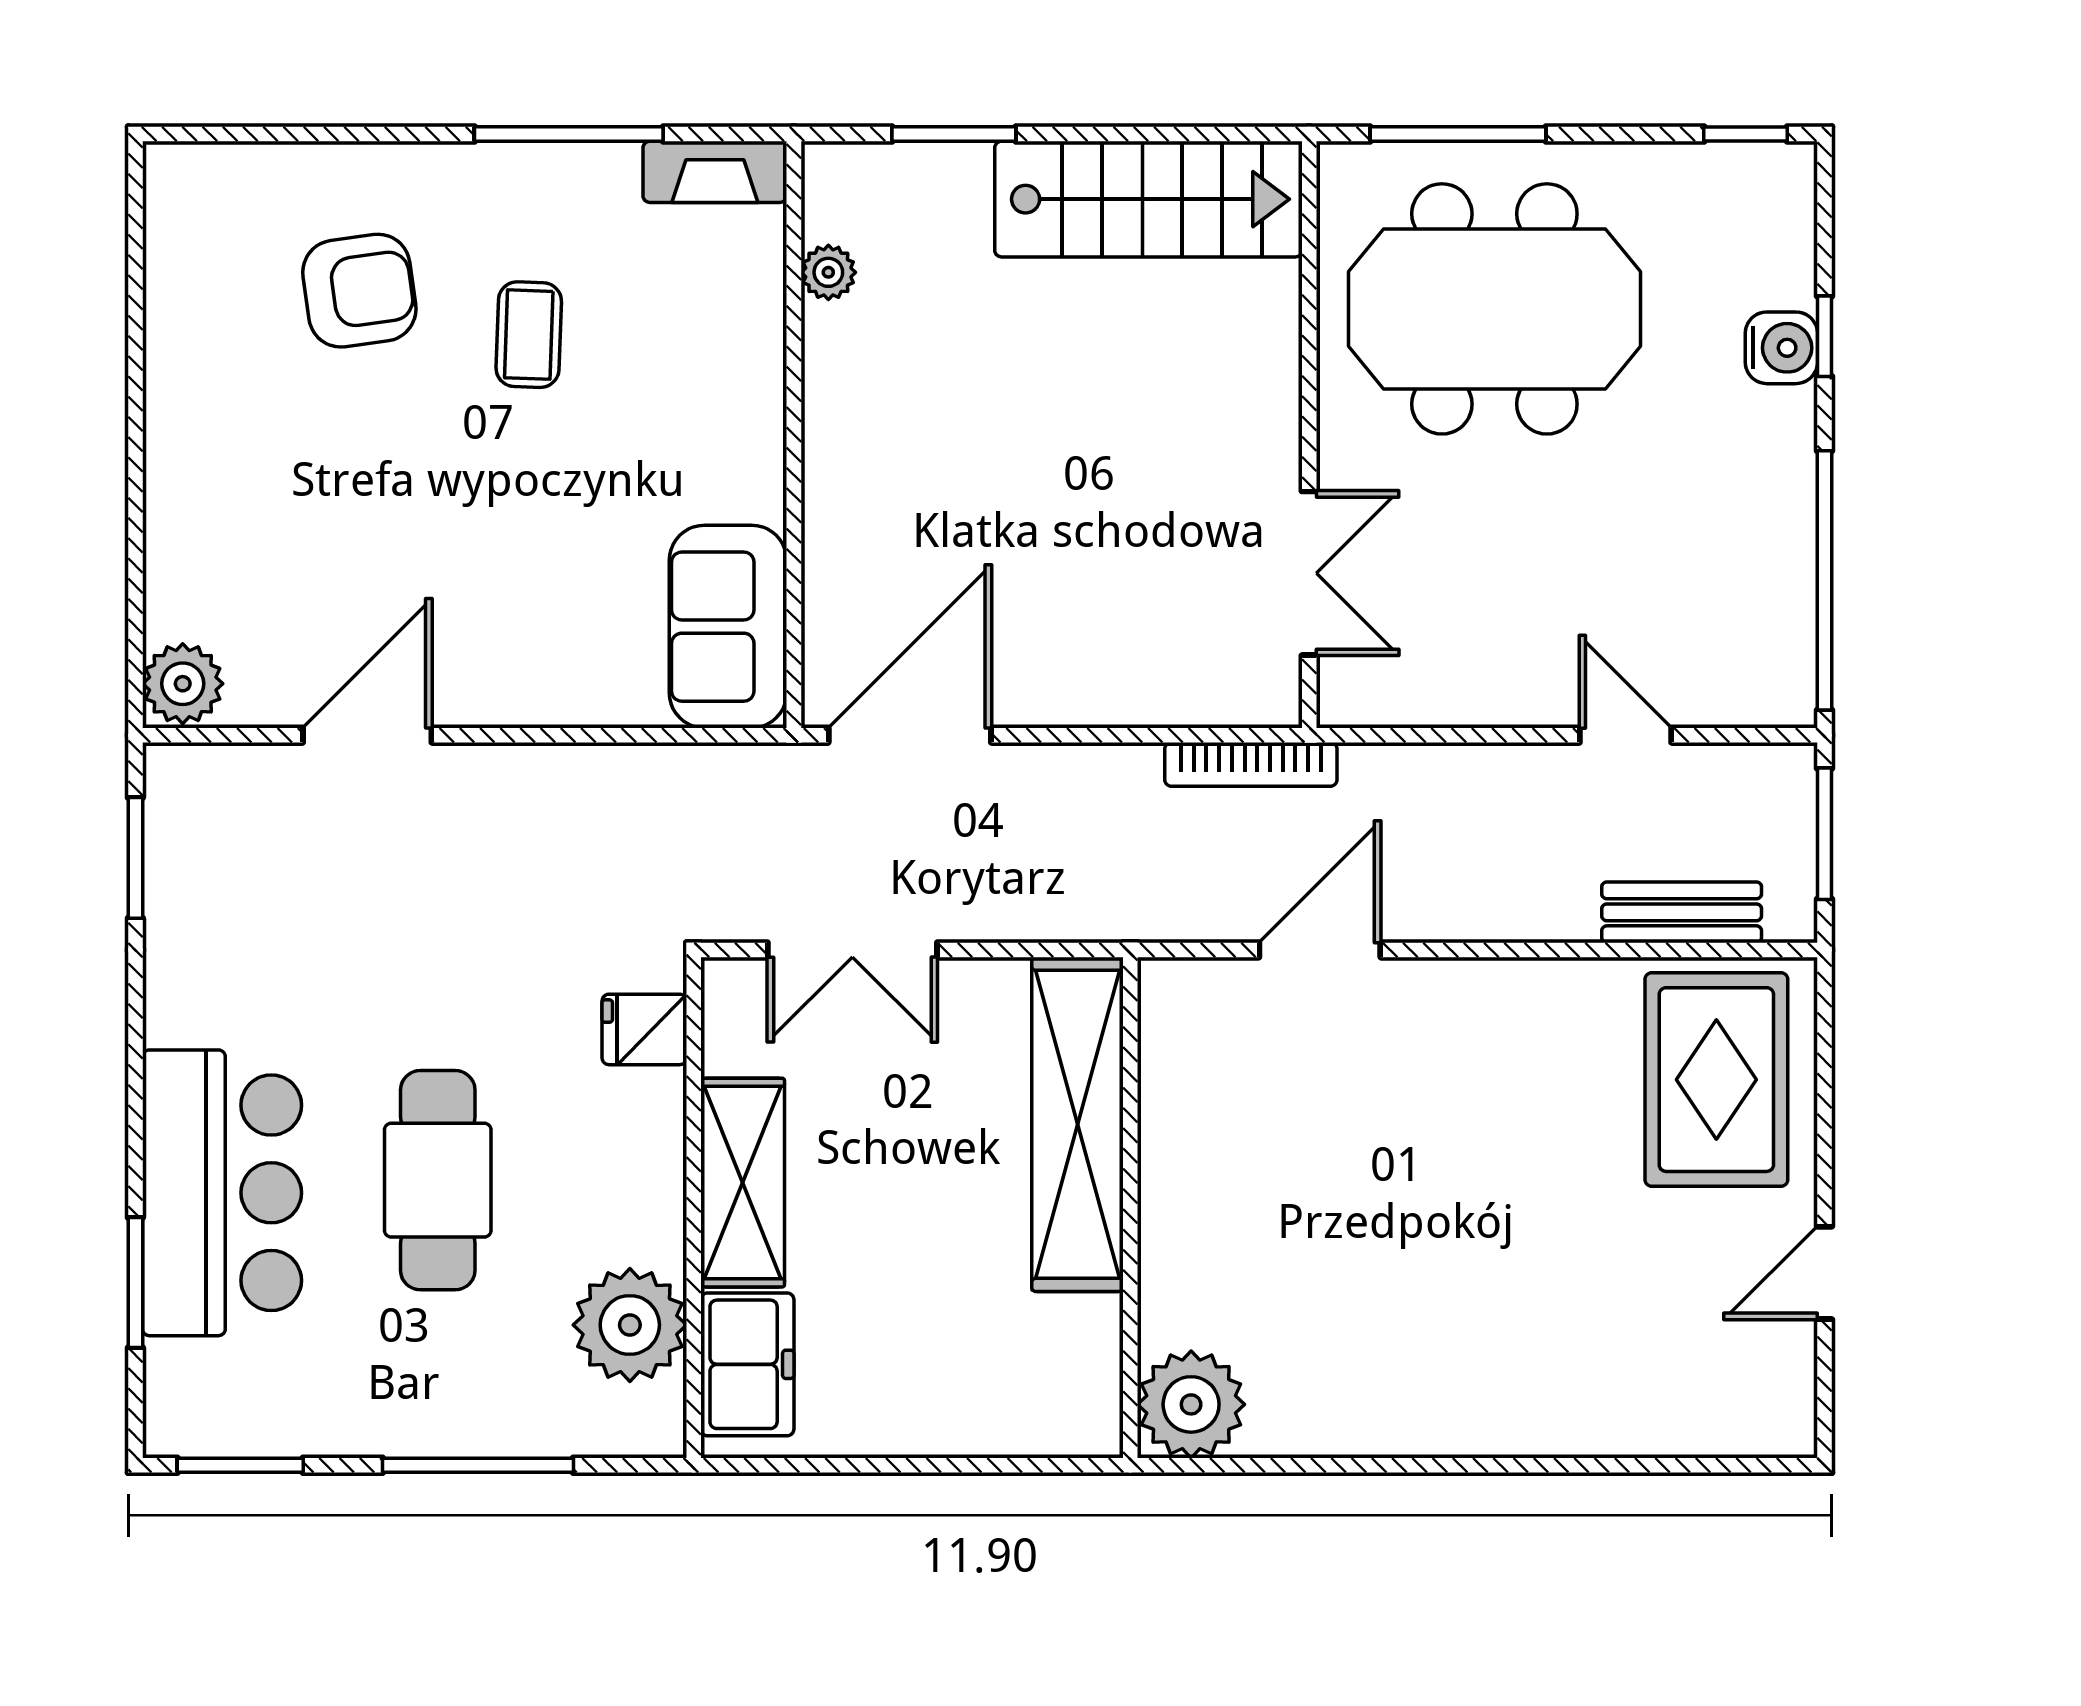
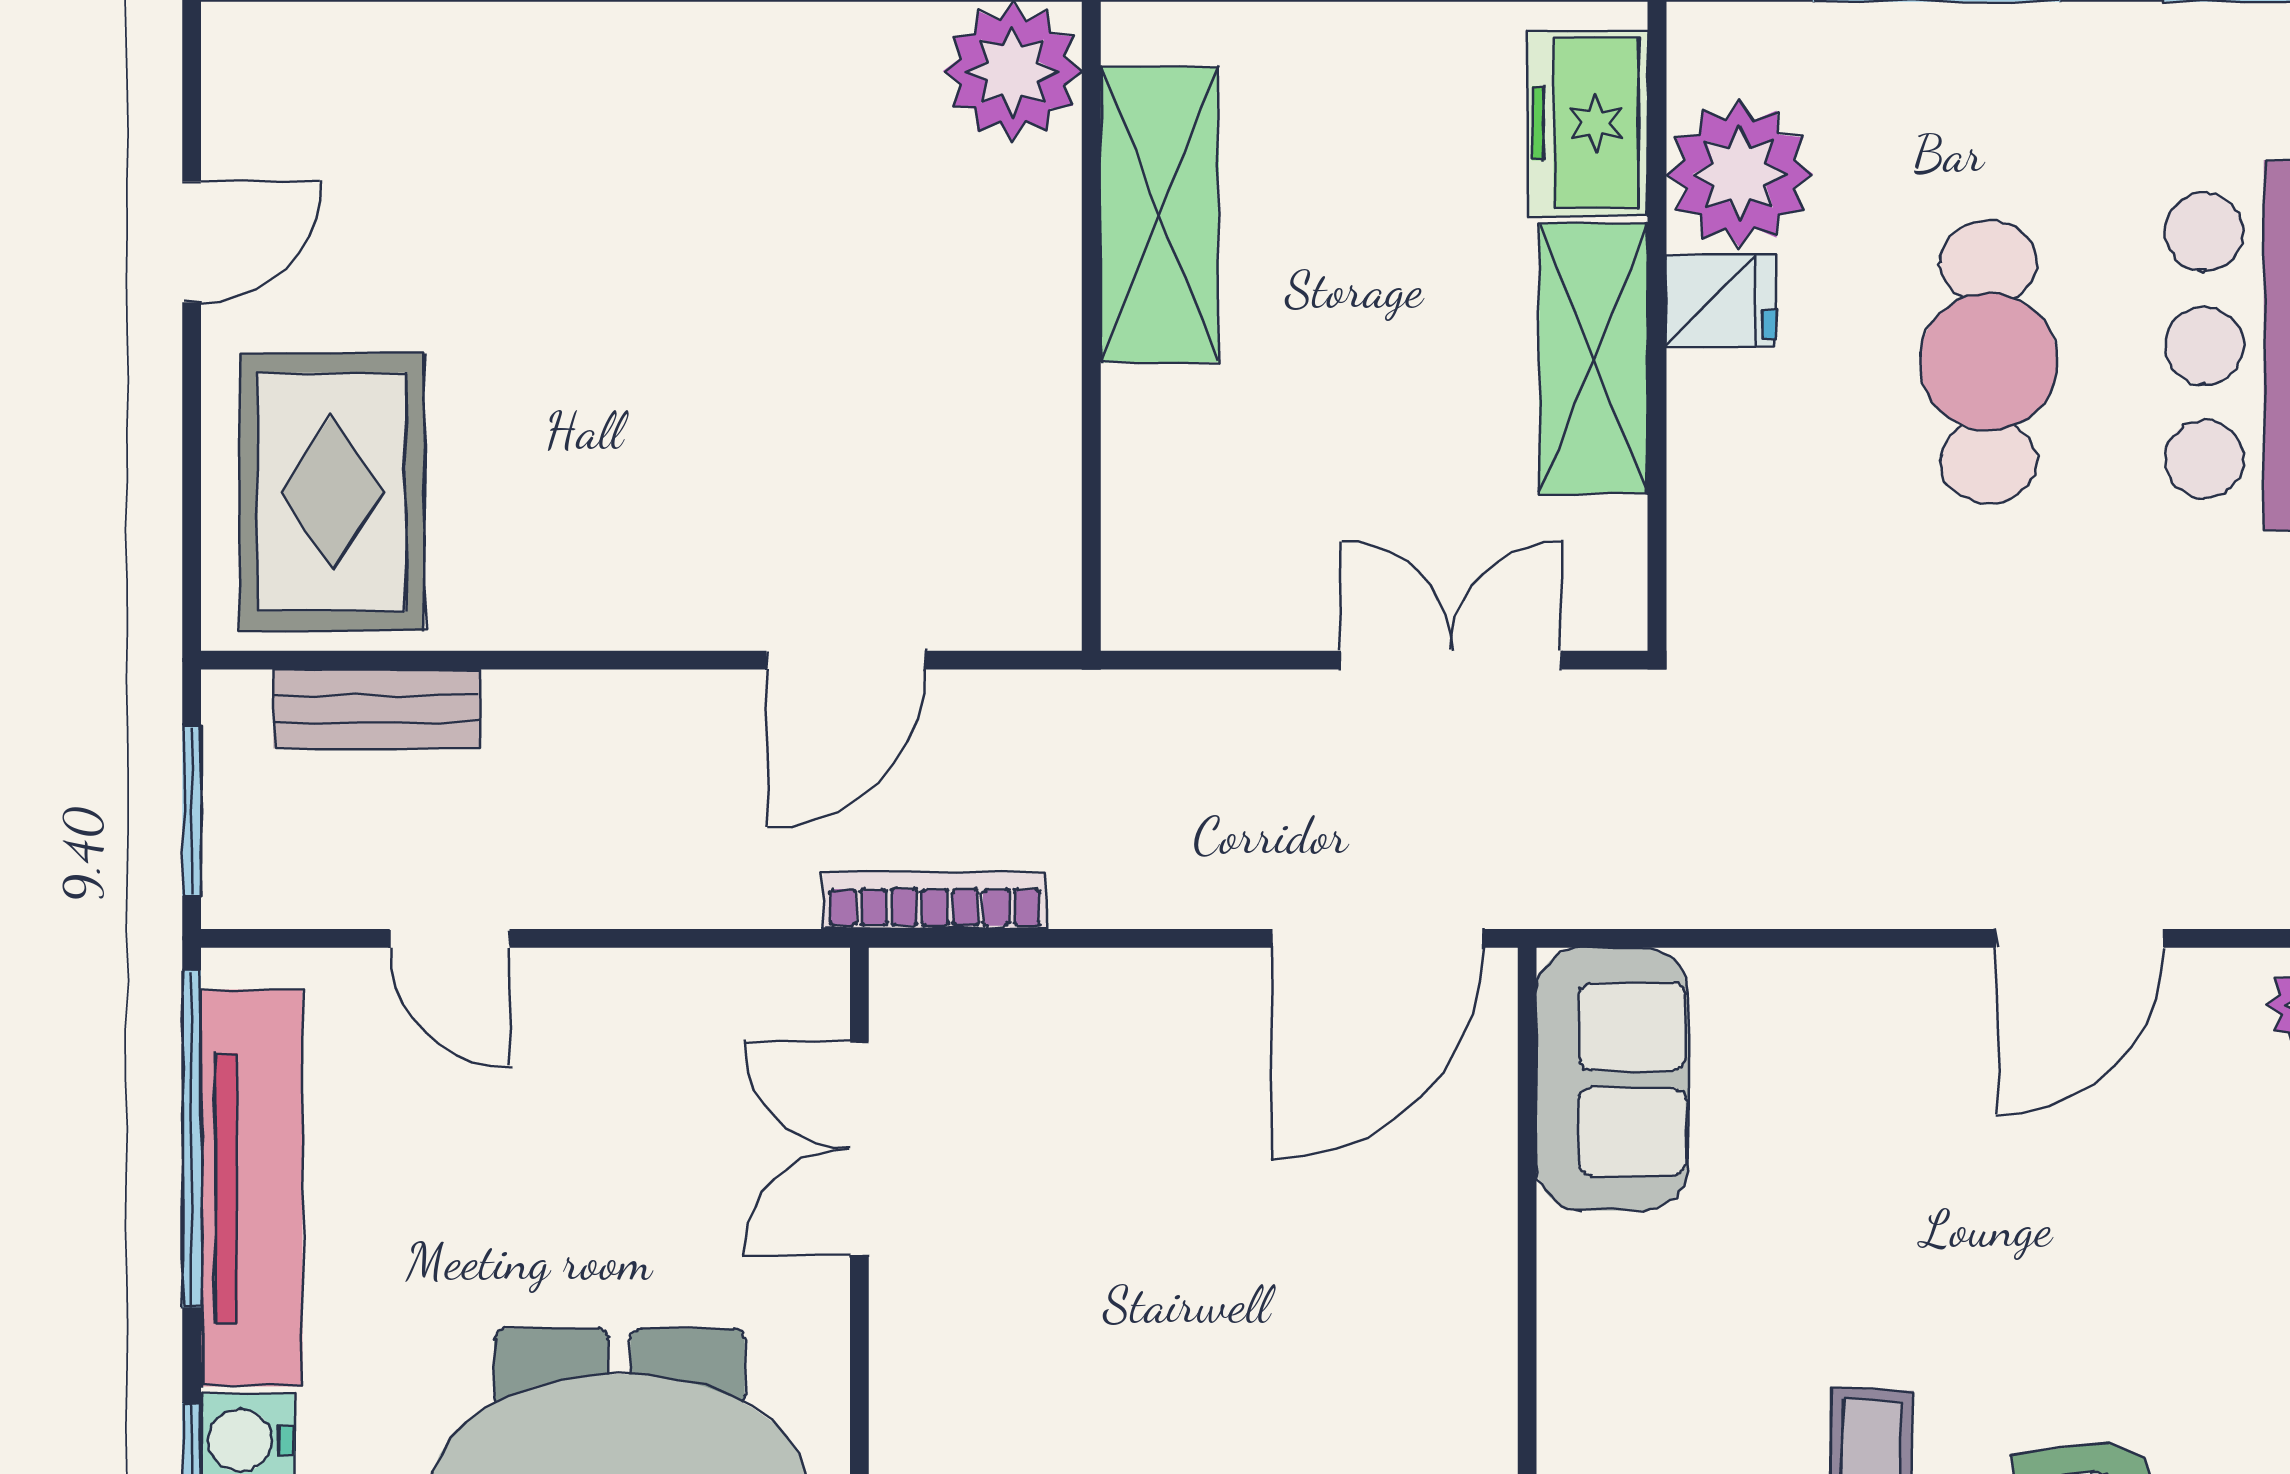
tv unit: (1778, 543) -> (252, 1188), added
fridge: (644, 1029) -> (1721, 301), moved
shelving: (1077, 1124) -> (1160, 215), moved, width x0.68

